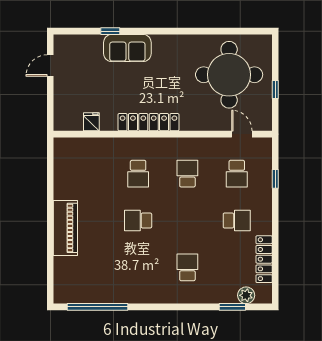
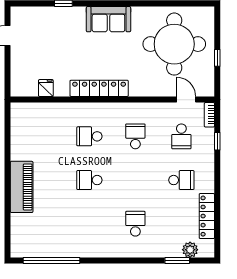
sofa: (127, 48) -> (108, 19), moved
bookcase: (267, 151) -> (209, 115), added
school desk: (138, 174) -> (89, 136), turned 90

